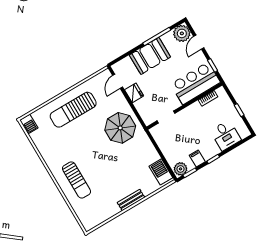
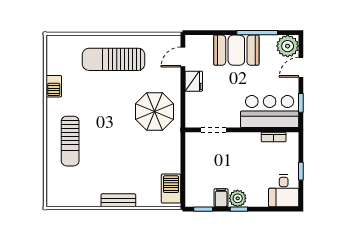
barbecue: (29, 124) -> (54, 86), moved
desk: (226, 135) -> (284, 191), moved
plant: (181, 169) -> (238, 198), moved

